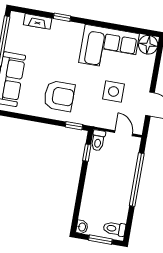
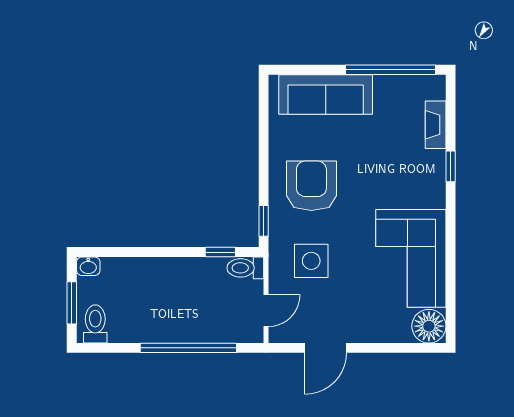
side table: (114, 91) -> (311, 261), moved
armchair: (59, 96) -> (311, 186), turned 180

